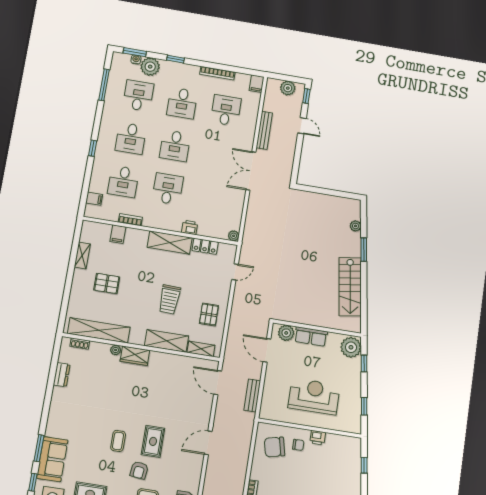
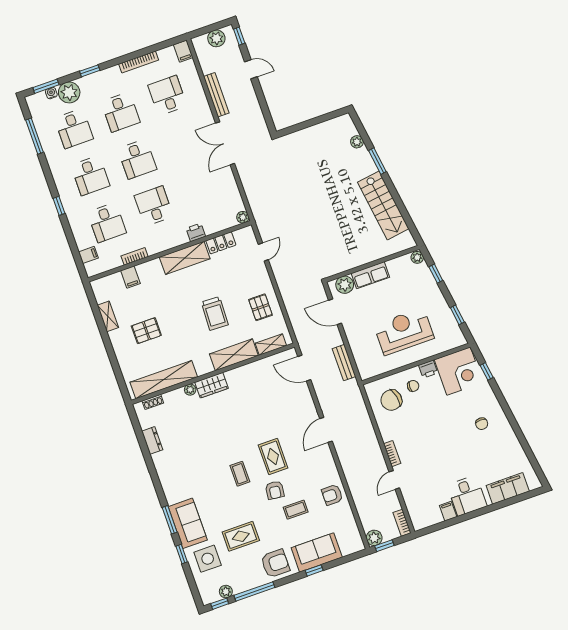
desk: (138, 96) -> (74, 129), turned 180
plant: (351, 347) -> (417, 257), width x0.53, depth x0.53
corner desk: (342, 453) -> (459, 371), added

